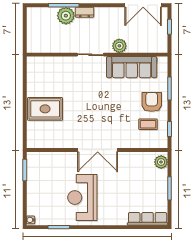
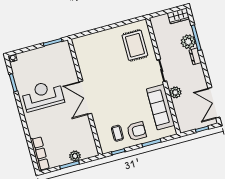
wardrobe: (33, 19) -> (179, 16), added
rug: (45, 109) -> (135, 45), moved
plant: (161, 162) -> (75, 156), moved

